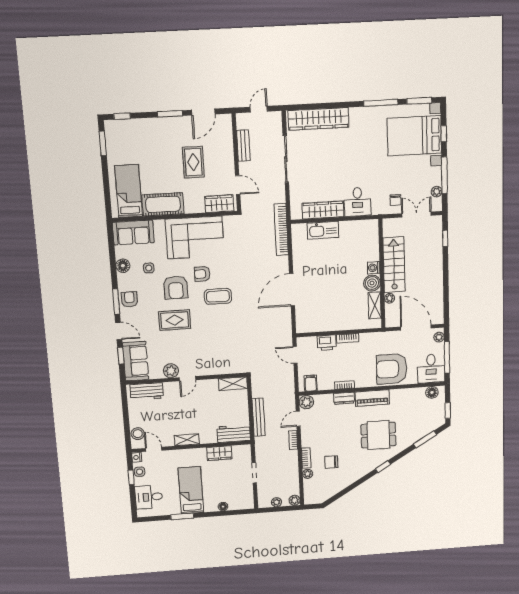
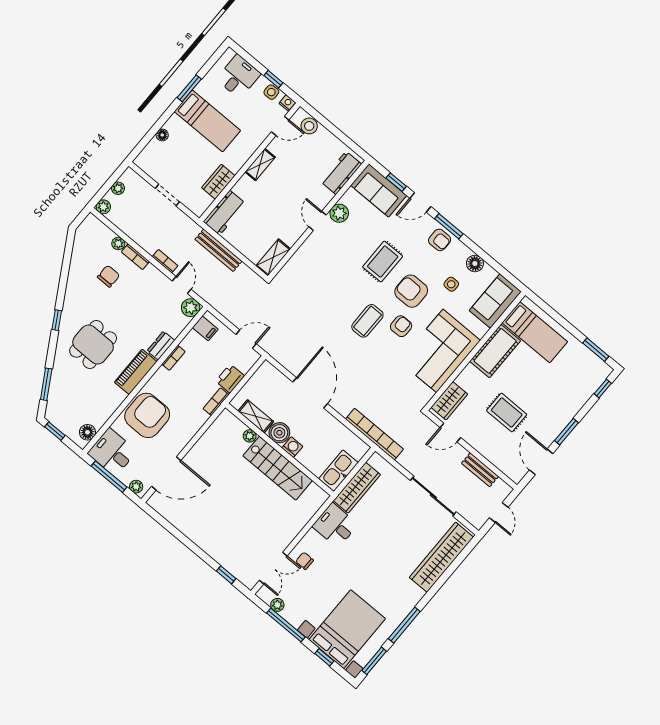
stairs: (394, 265) -> (278, 468), moved
washing machine: (374, 268) -> (292, 447), moved
wall: (382, 274) -> (280, 450), moved
boiler: (372, 283) -> (279, 433), moved
plant: (390, 298) -> (250, 436), moved
shelving: (375, 305) -> (256, 416), moved

